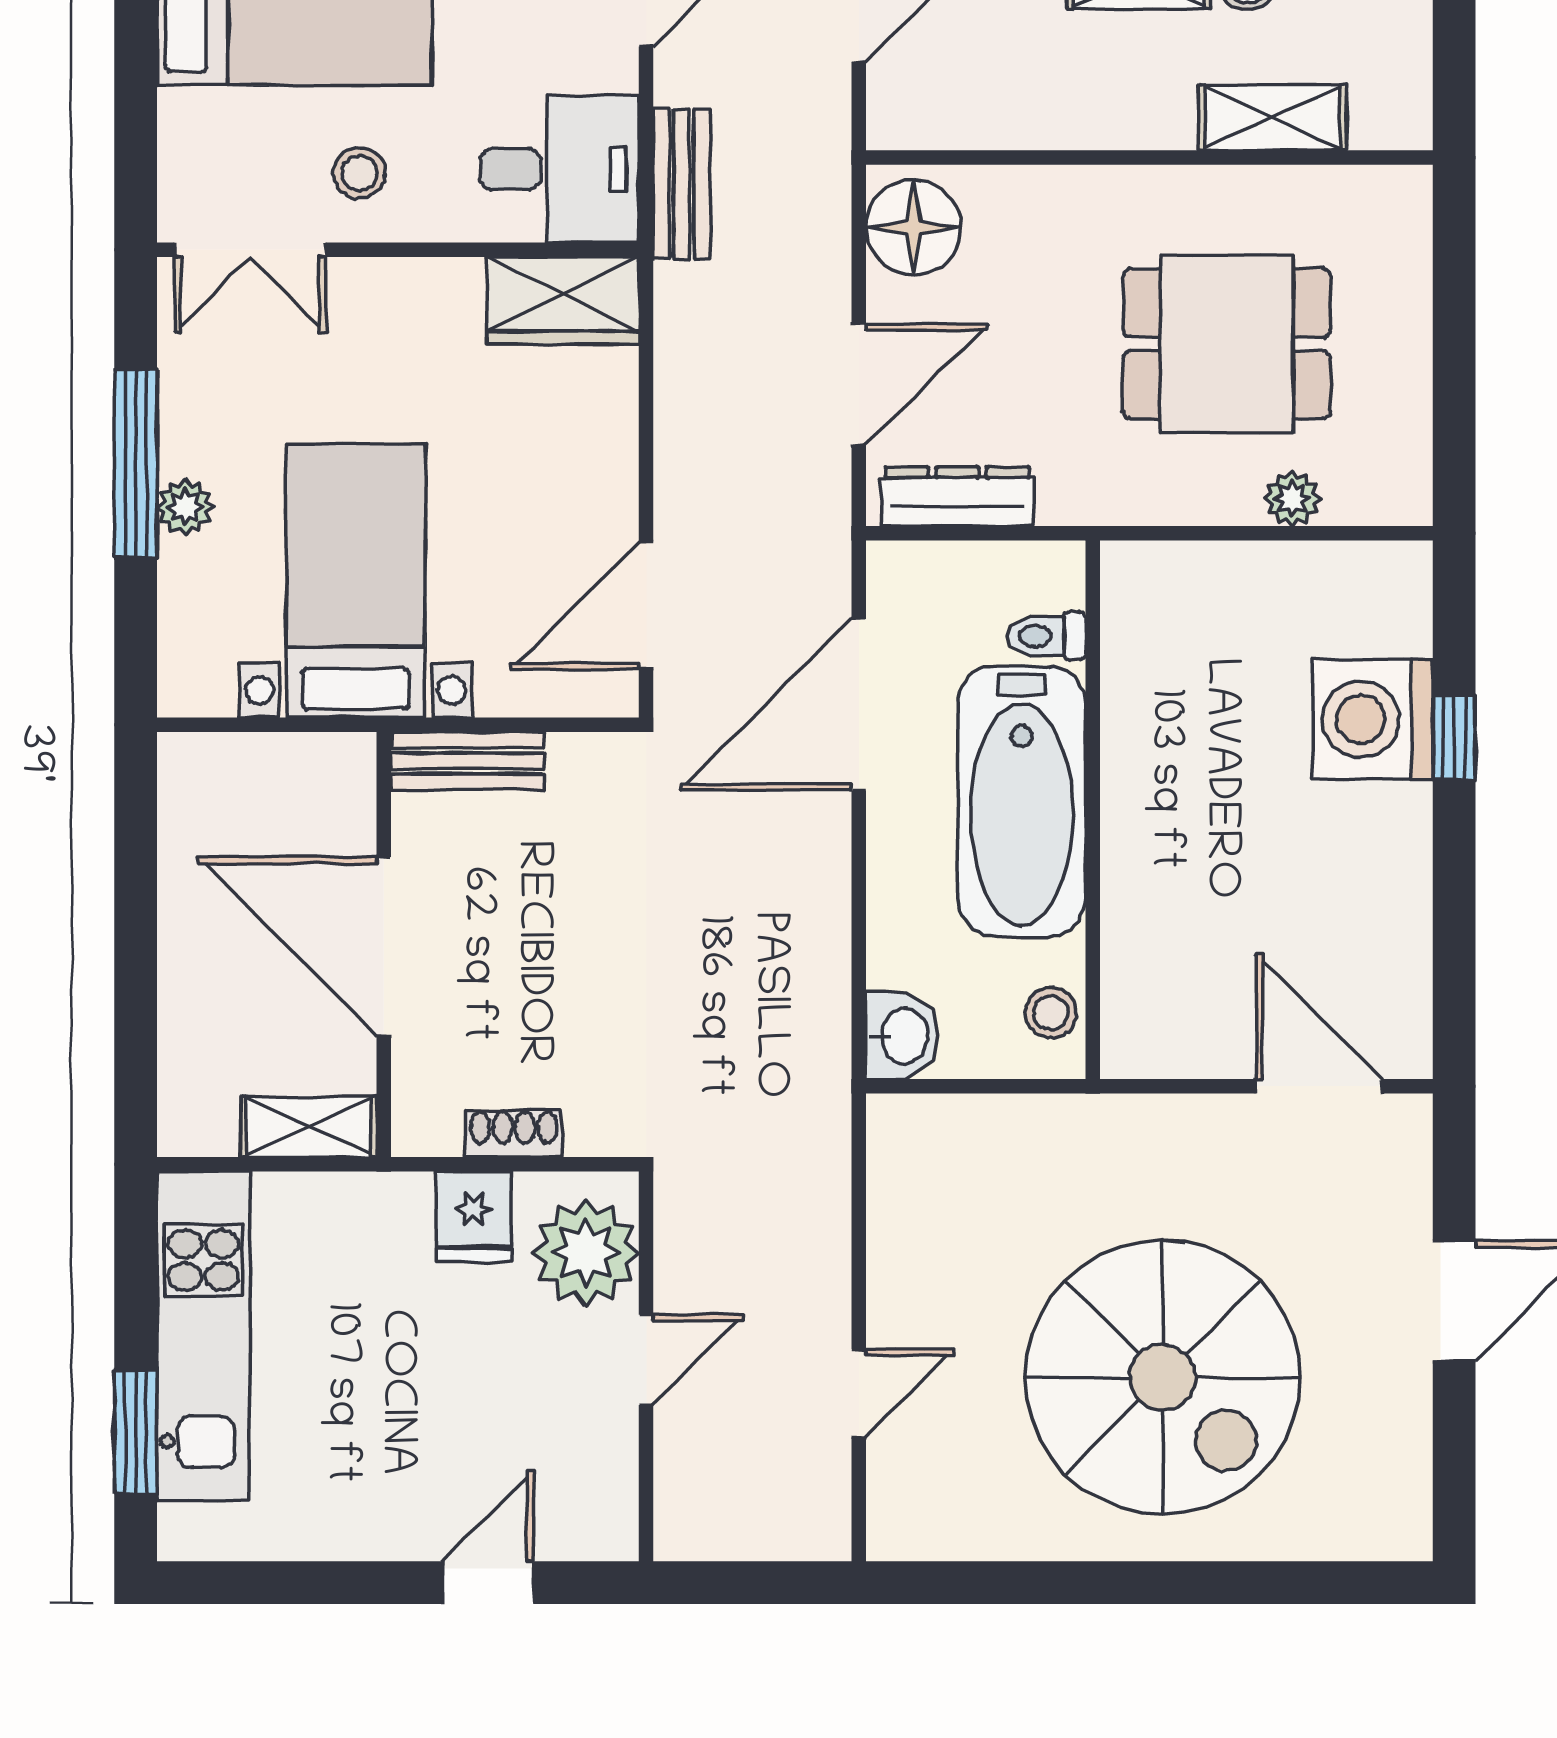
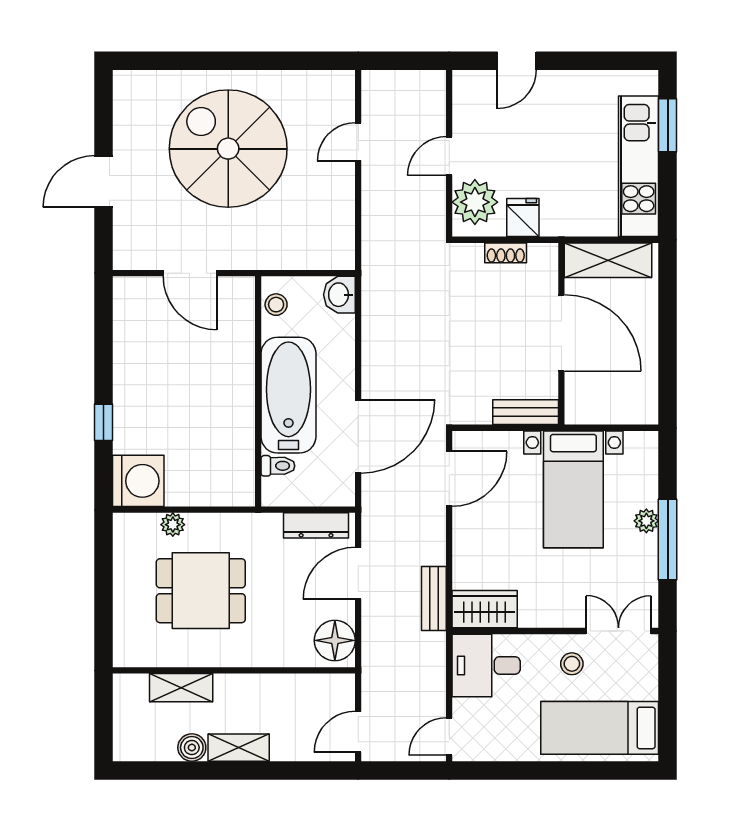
bench: (682, 184) -> (434, 598), moved
washing machine: (1373, 719) -> (138, 481), moved
door: (1319, 1086) -> (190, 273), moved
shelving: (309, 1127) -> (608, 260), width x1.50, depth x1.33

